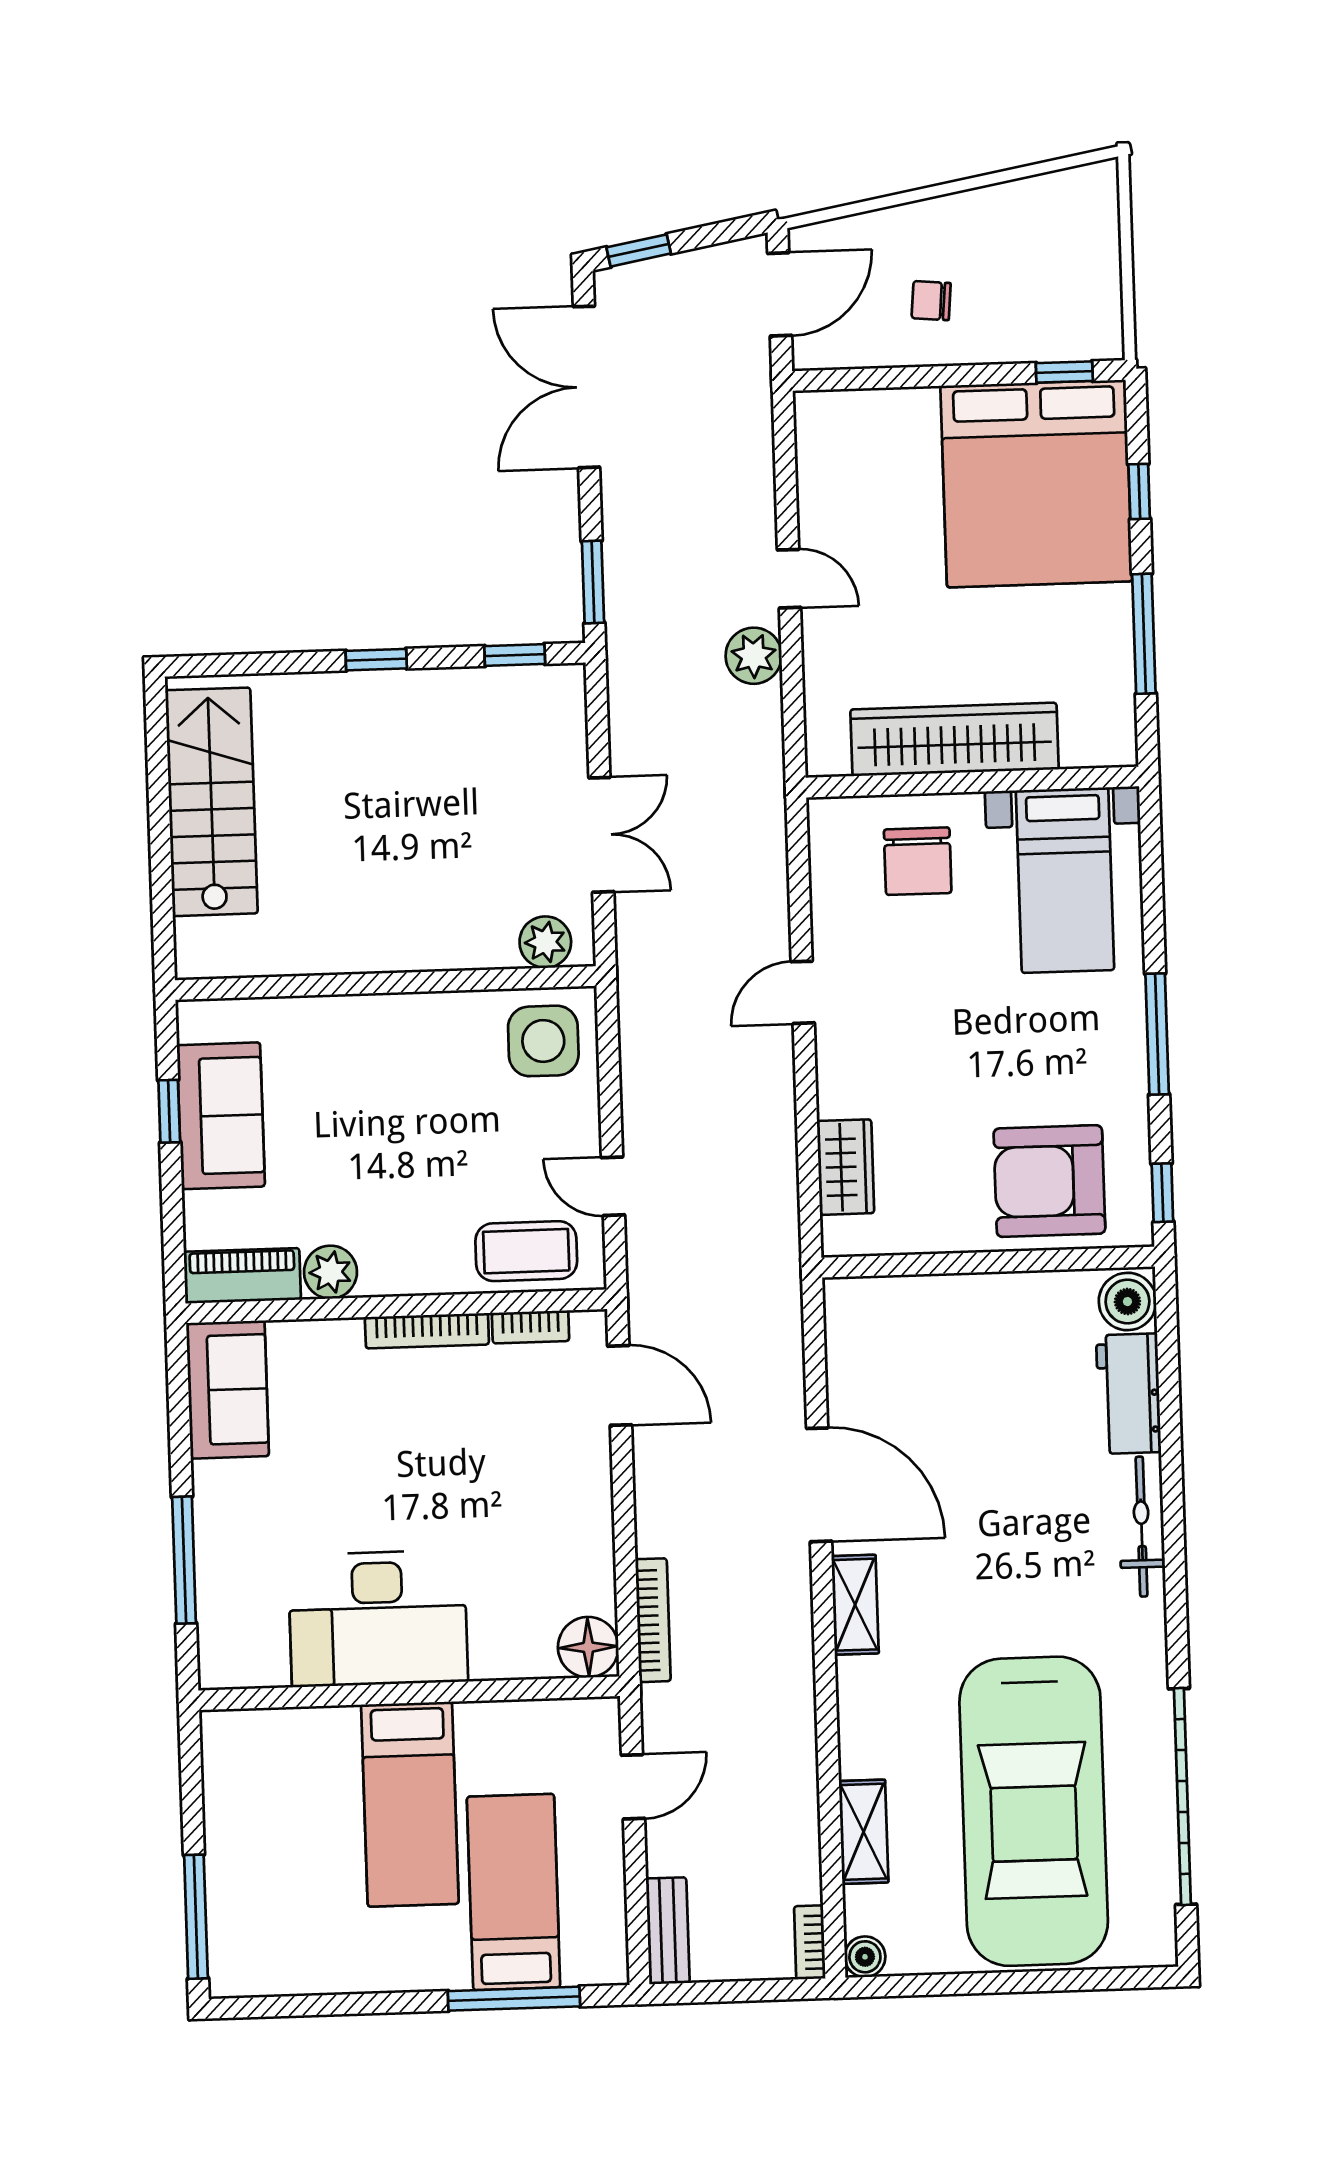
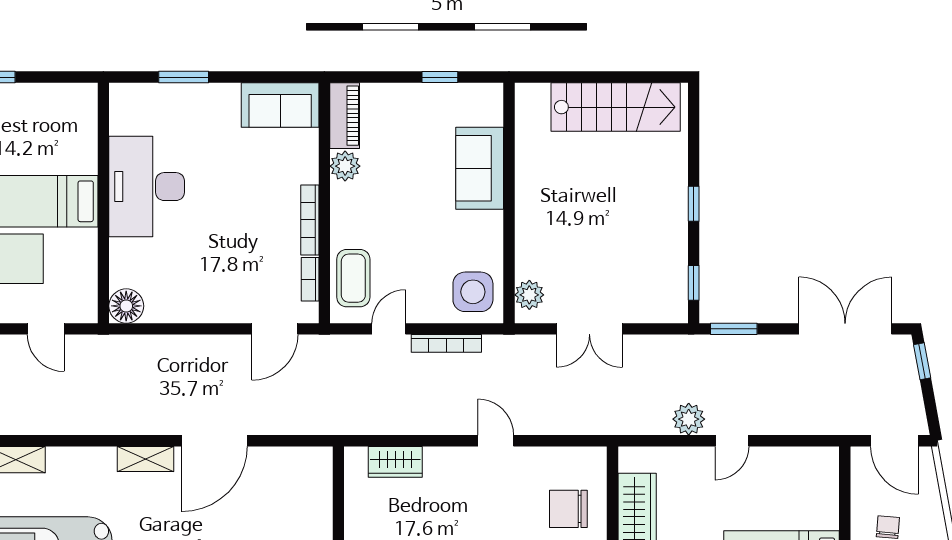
sofa: (221, 1116) -> (480, 168), moved, turned 90
window: (184, 1560) -> (184, 77), width x0.69
bookcase: (653, 1620) -> (446, 343), moved

